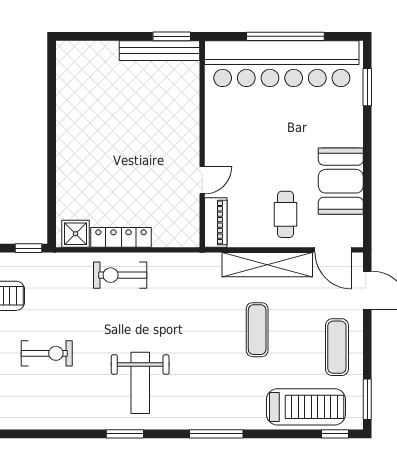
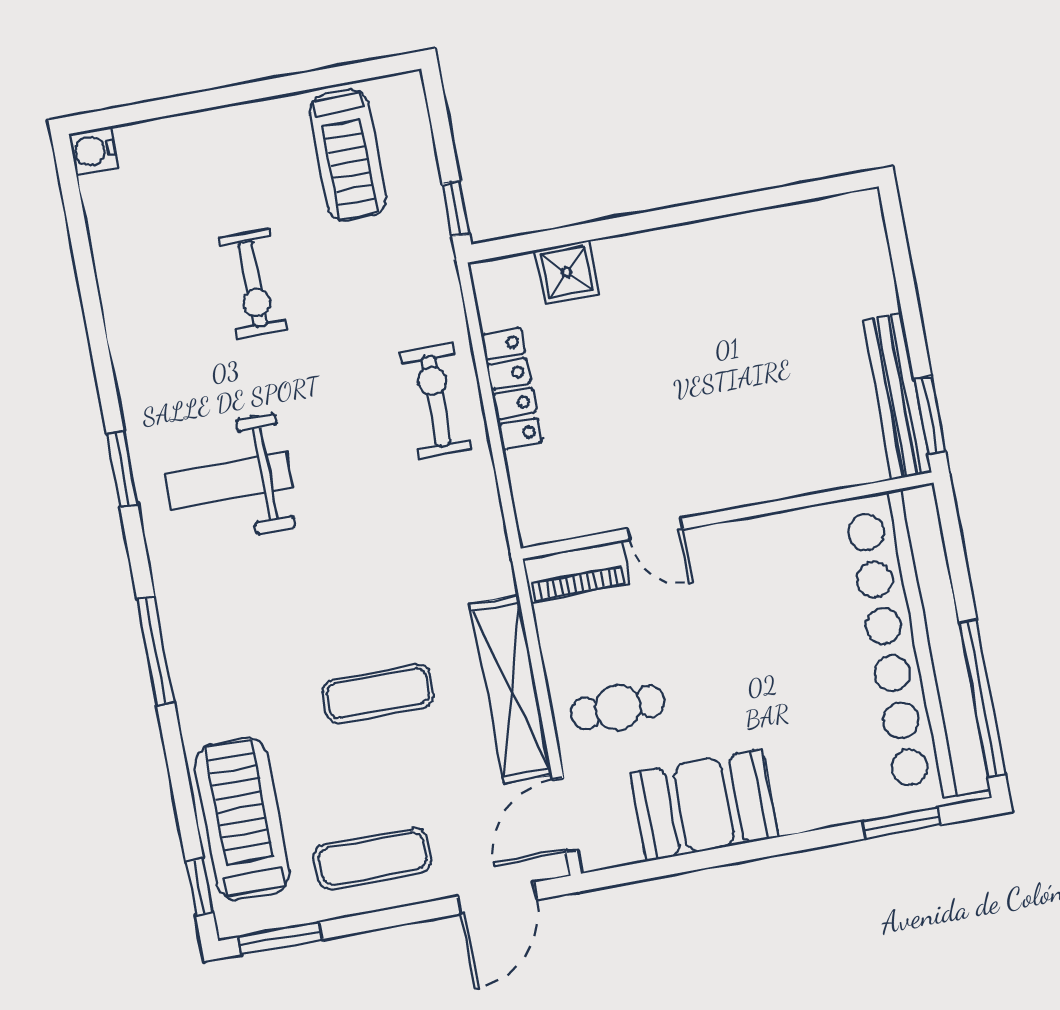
window: (285, 36) -> (982, 699), moved
shower: (76, 234) -> (567, 272), moved
treadmill: (306, 407) -> (242, 819), turned 180

